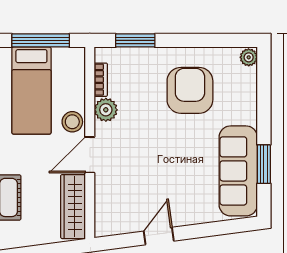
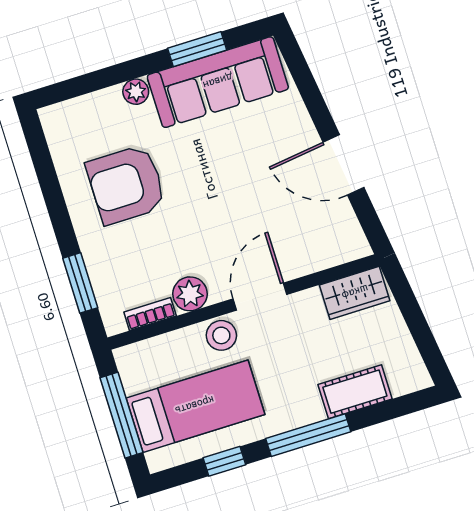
plant: (249, 57) -> (136, 92), moved
door: (90, 155) -> (260, 297), swing flipped
wardrobe: (73, 207) -> (355, 293), width x0.67
door: (159, 236) -> (344, 165), width x1.38

